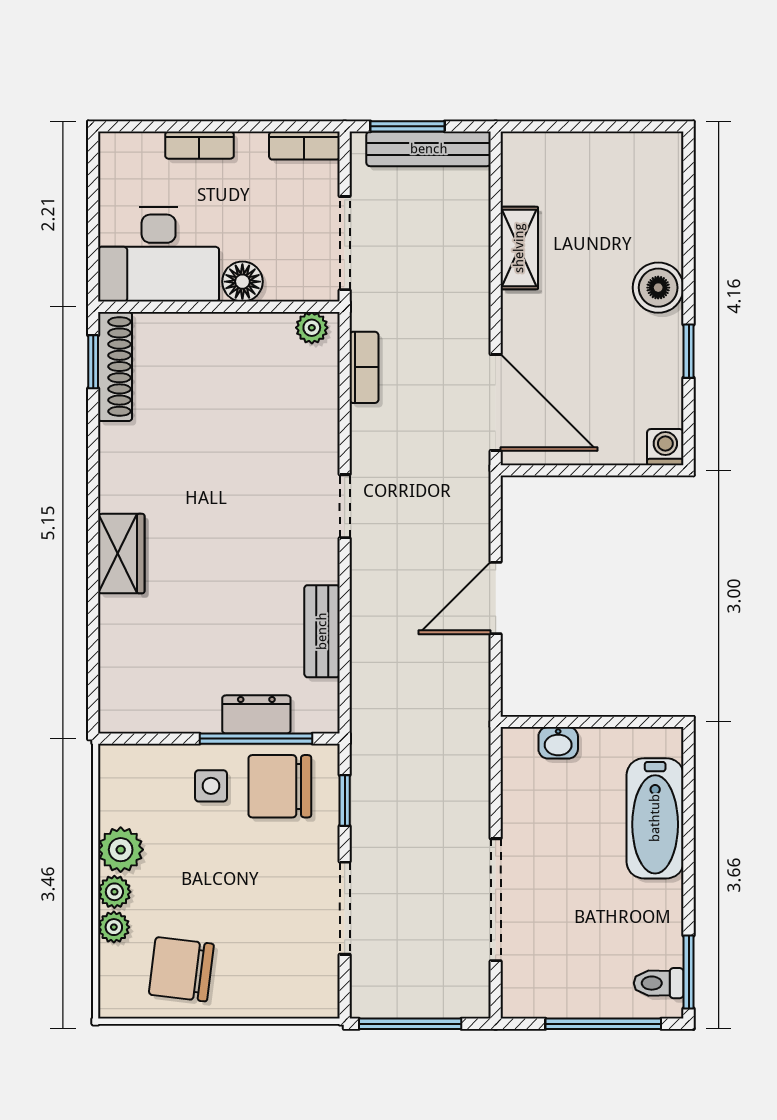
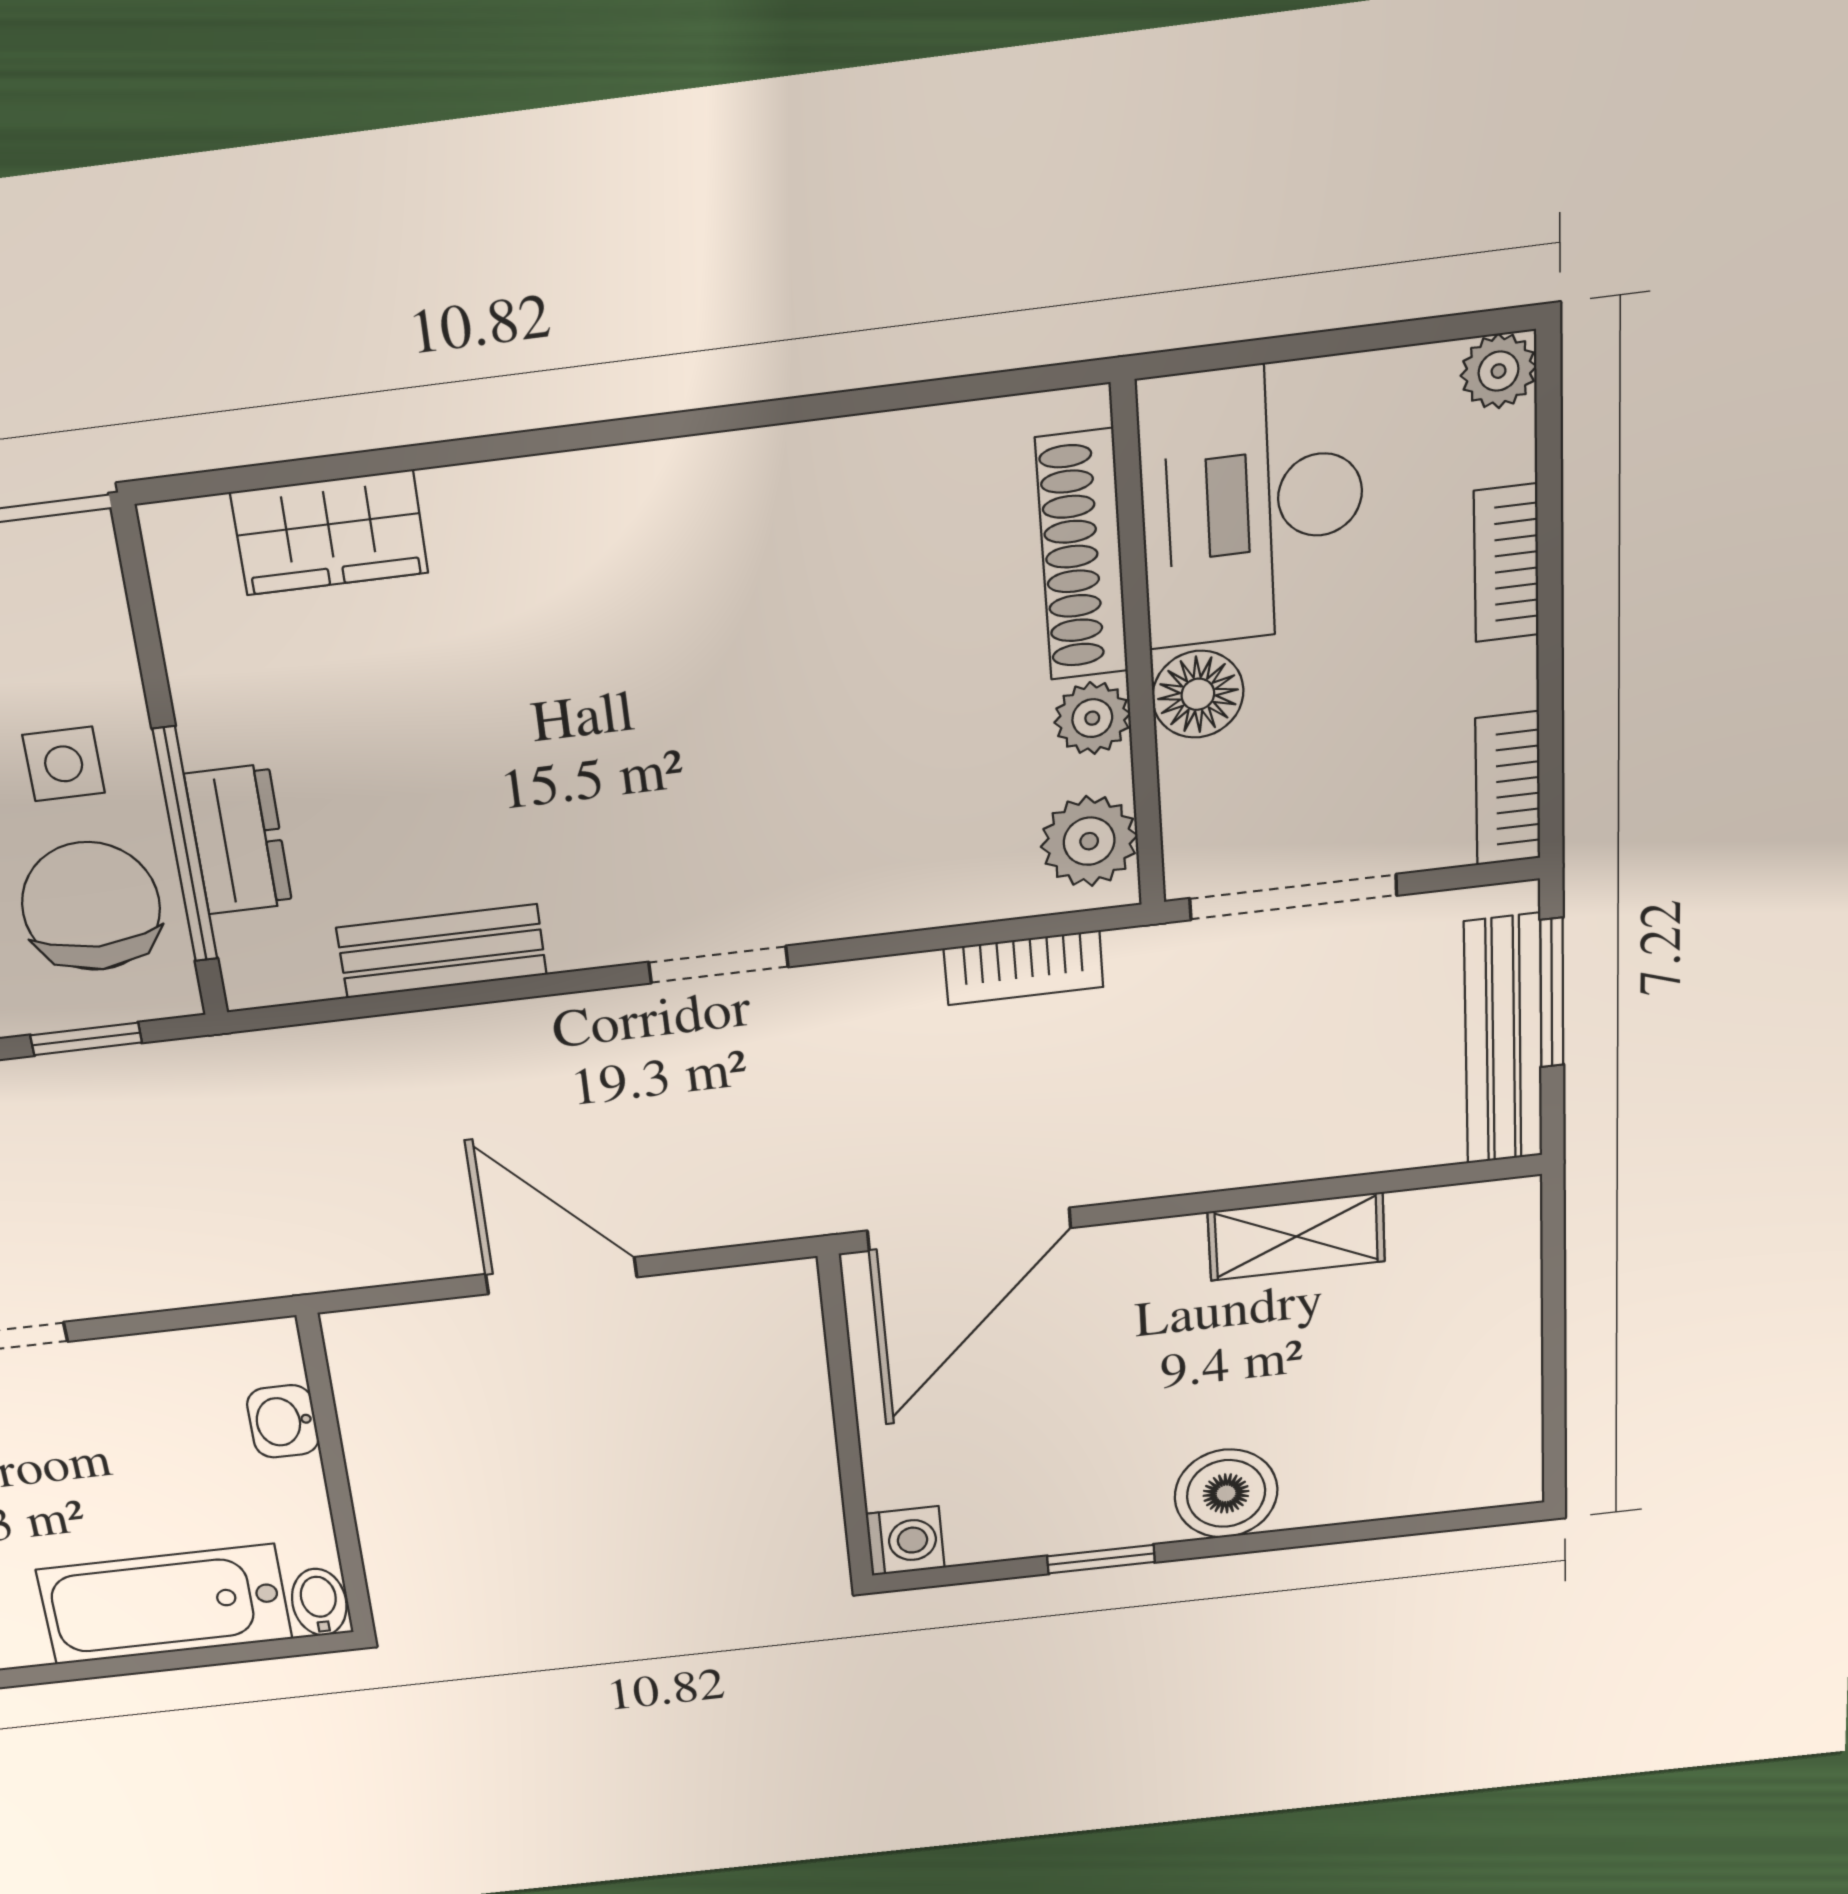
plant: (114, 148) -> (1499, 371), added
plant: (312, 328) -> (1089, 841), width x1.38, depth x1.38
plant: (248, 329) -> (1092, 718), added
window: (93, 362) -> (993, 385), removed
shoe rack: (115, 367) -> (1082, 555), moved, turned 90
wardrobe: (121, 554) -> (329, 533), moved
bidet: (664, 741) -> (319, 1602), added

